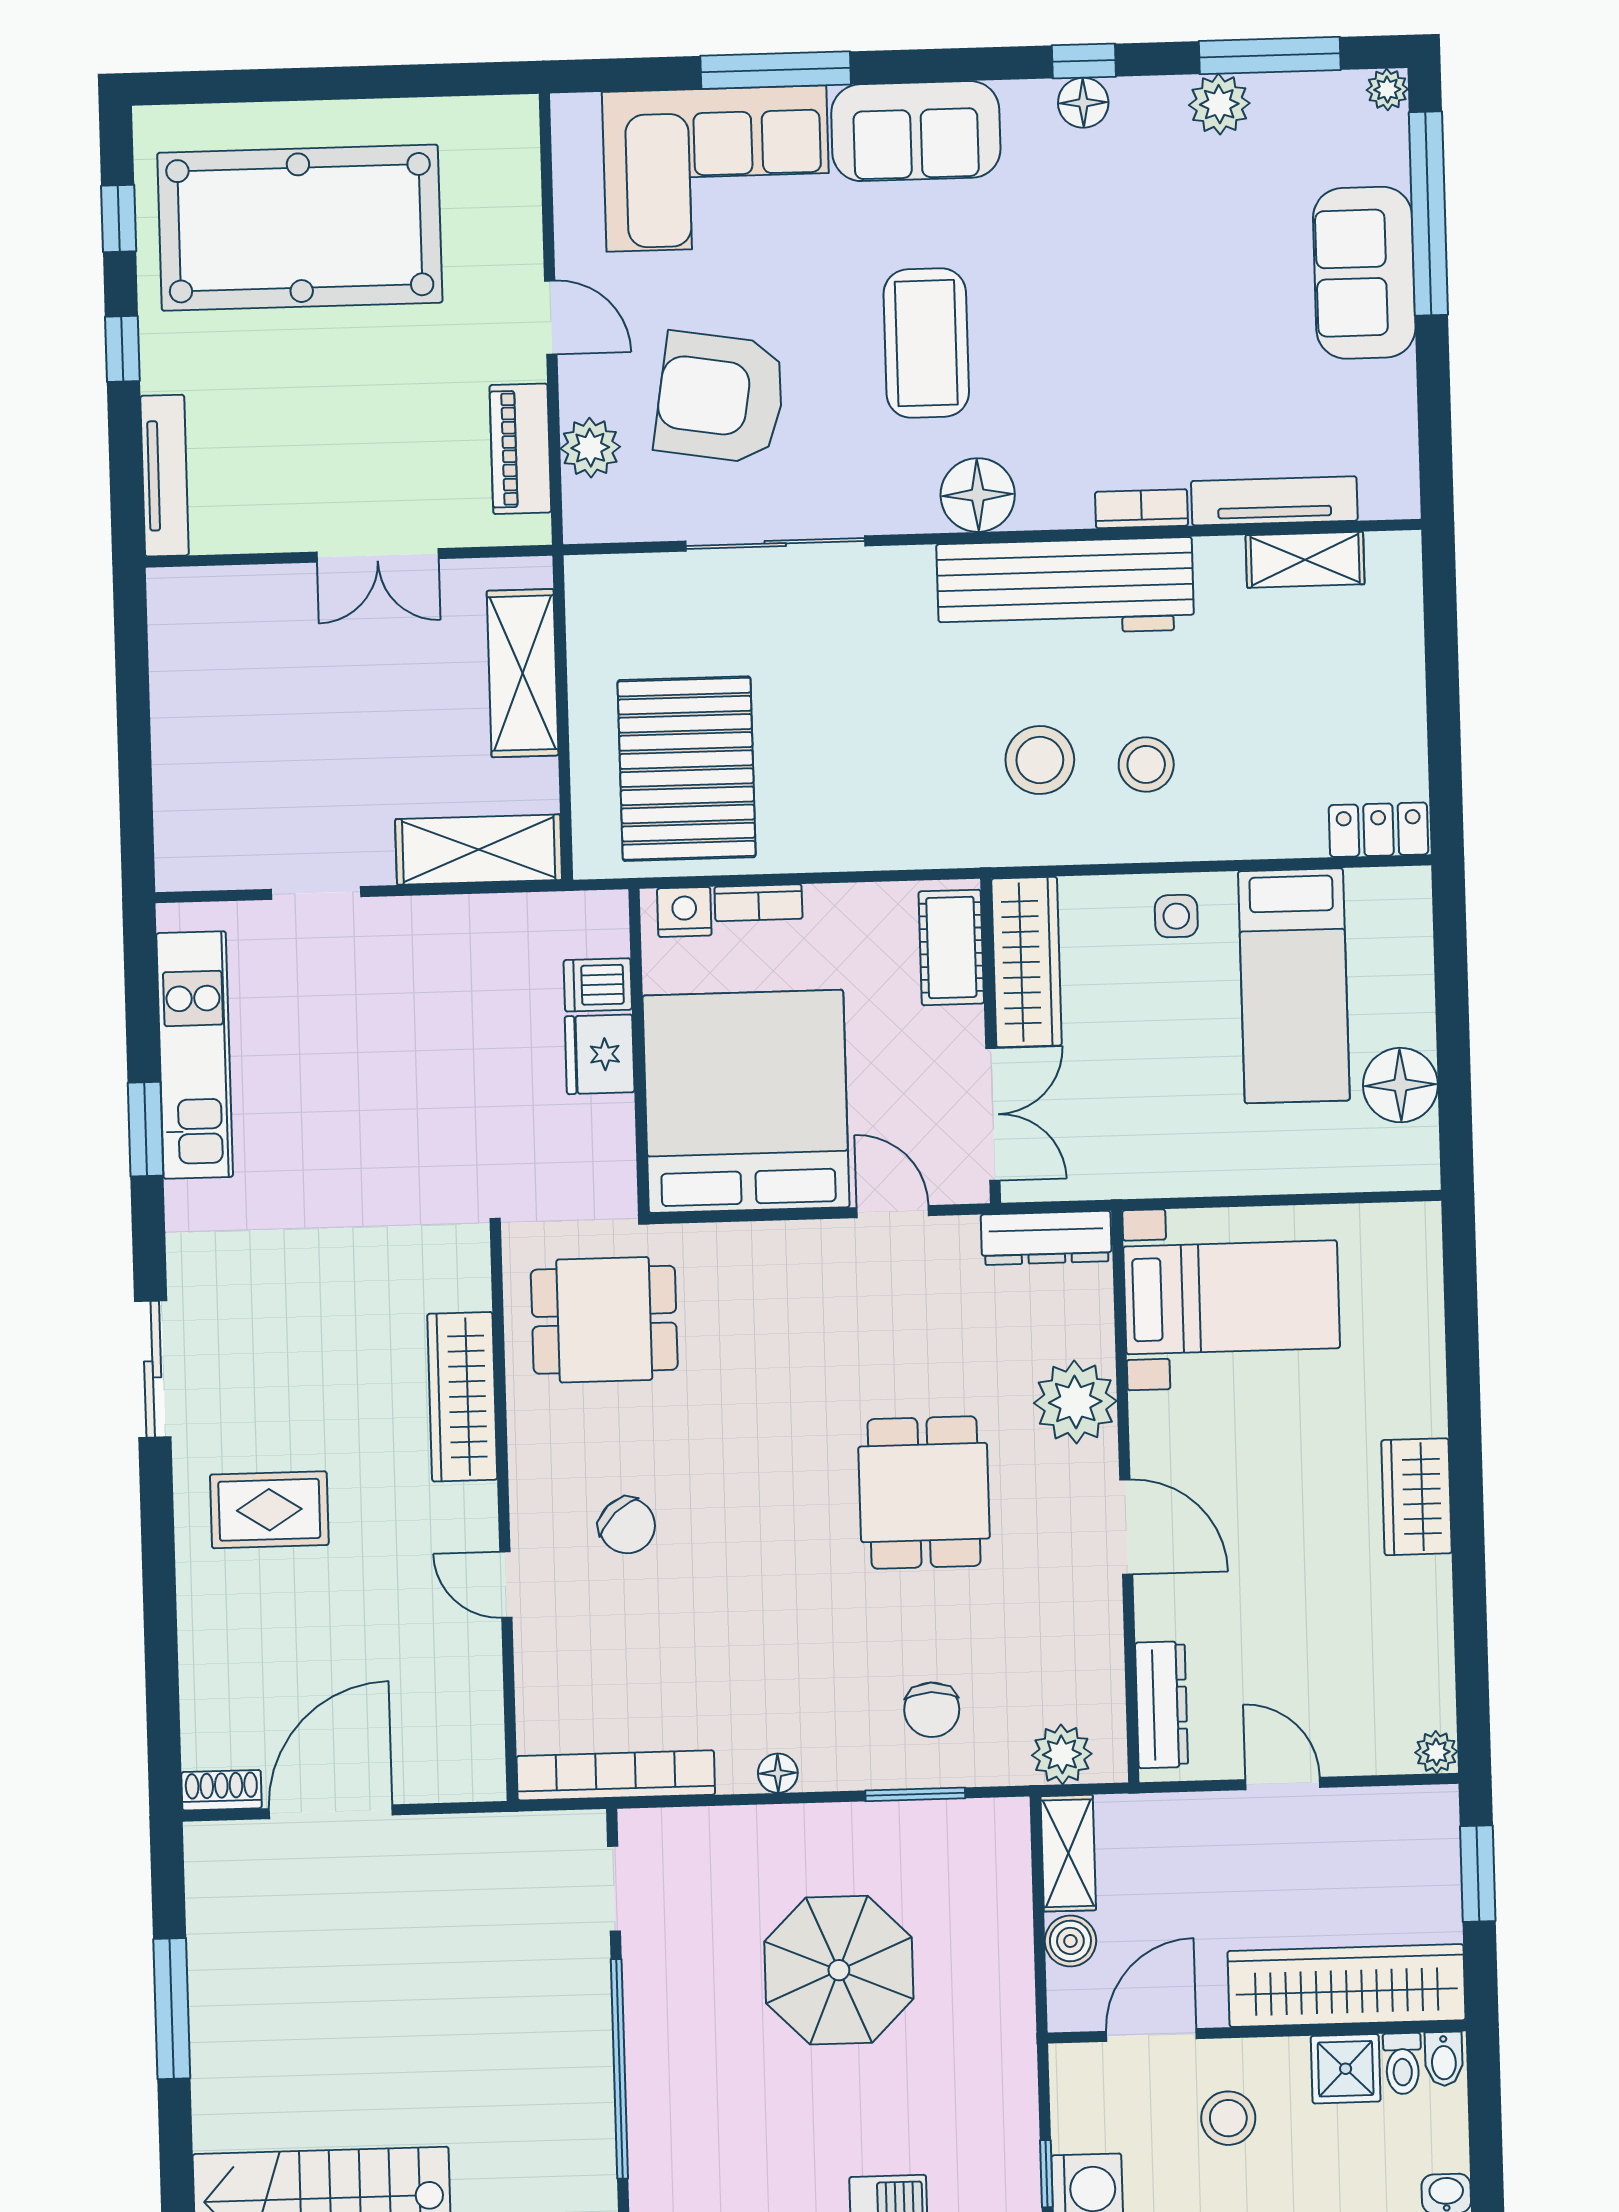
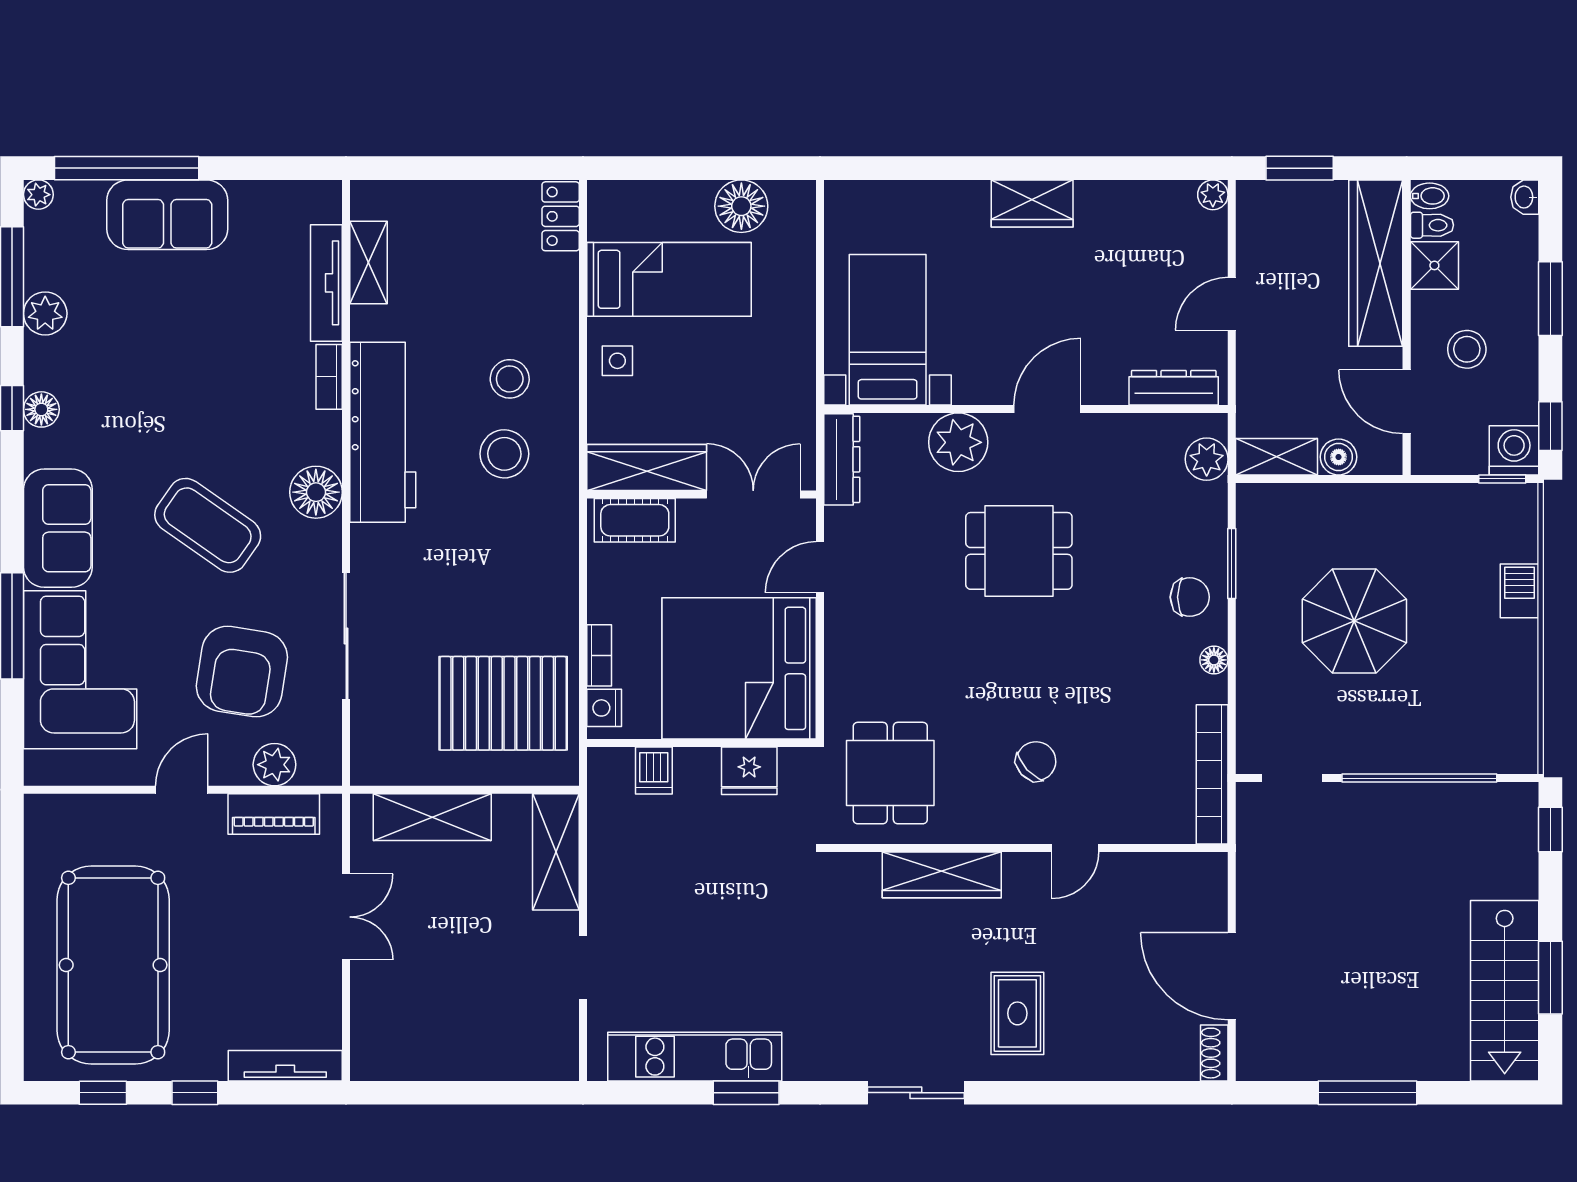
coffee table: (926, 343) -> (208, 525), turned 35
fridge: (600, 1054) -> (749, 771), moved
chair: (932, 1710) -> (1190, 597), moved

